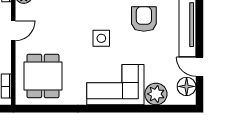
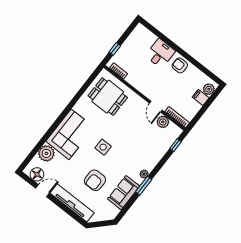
armchair: (144, 19) -> (95, 180), turned 90
door: (13, 31) -> (156, 107), moved

